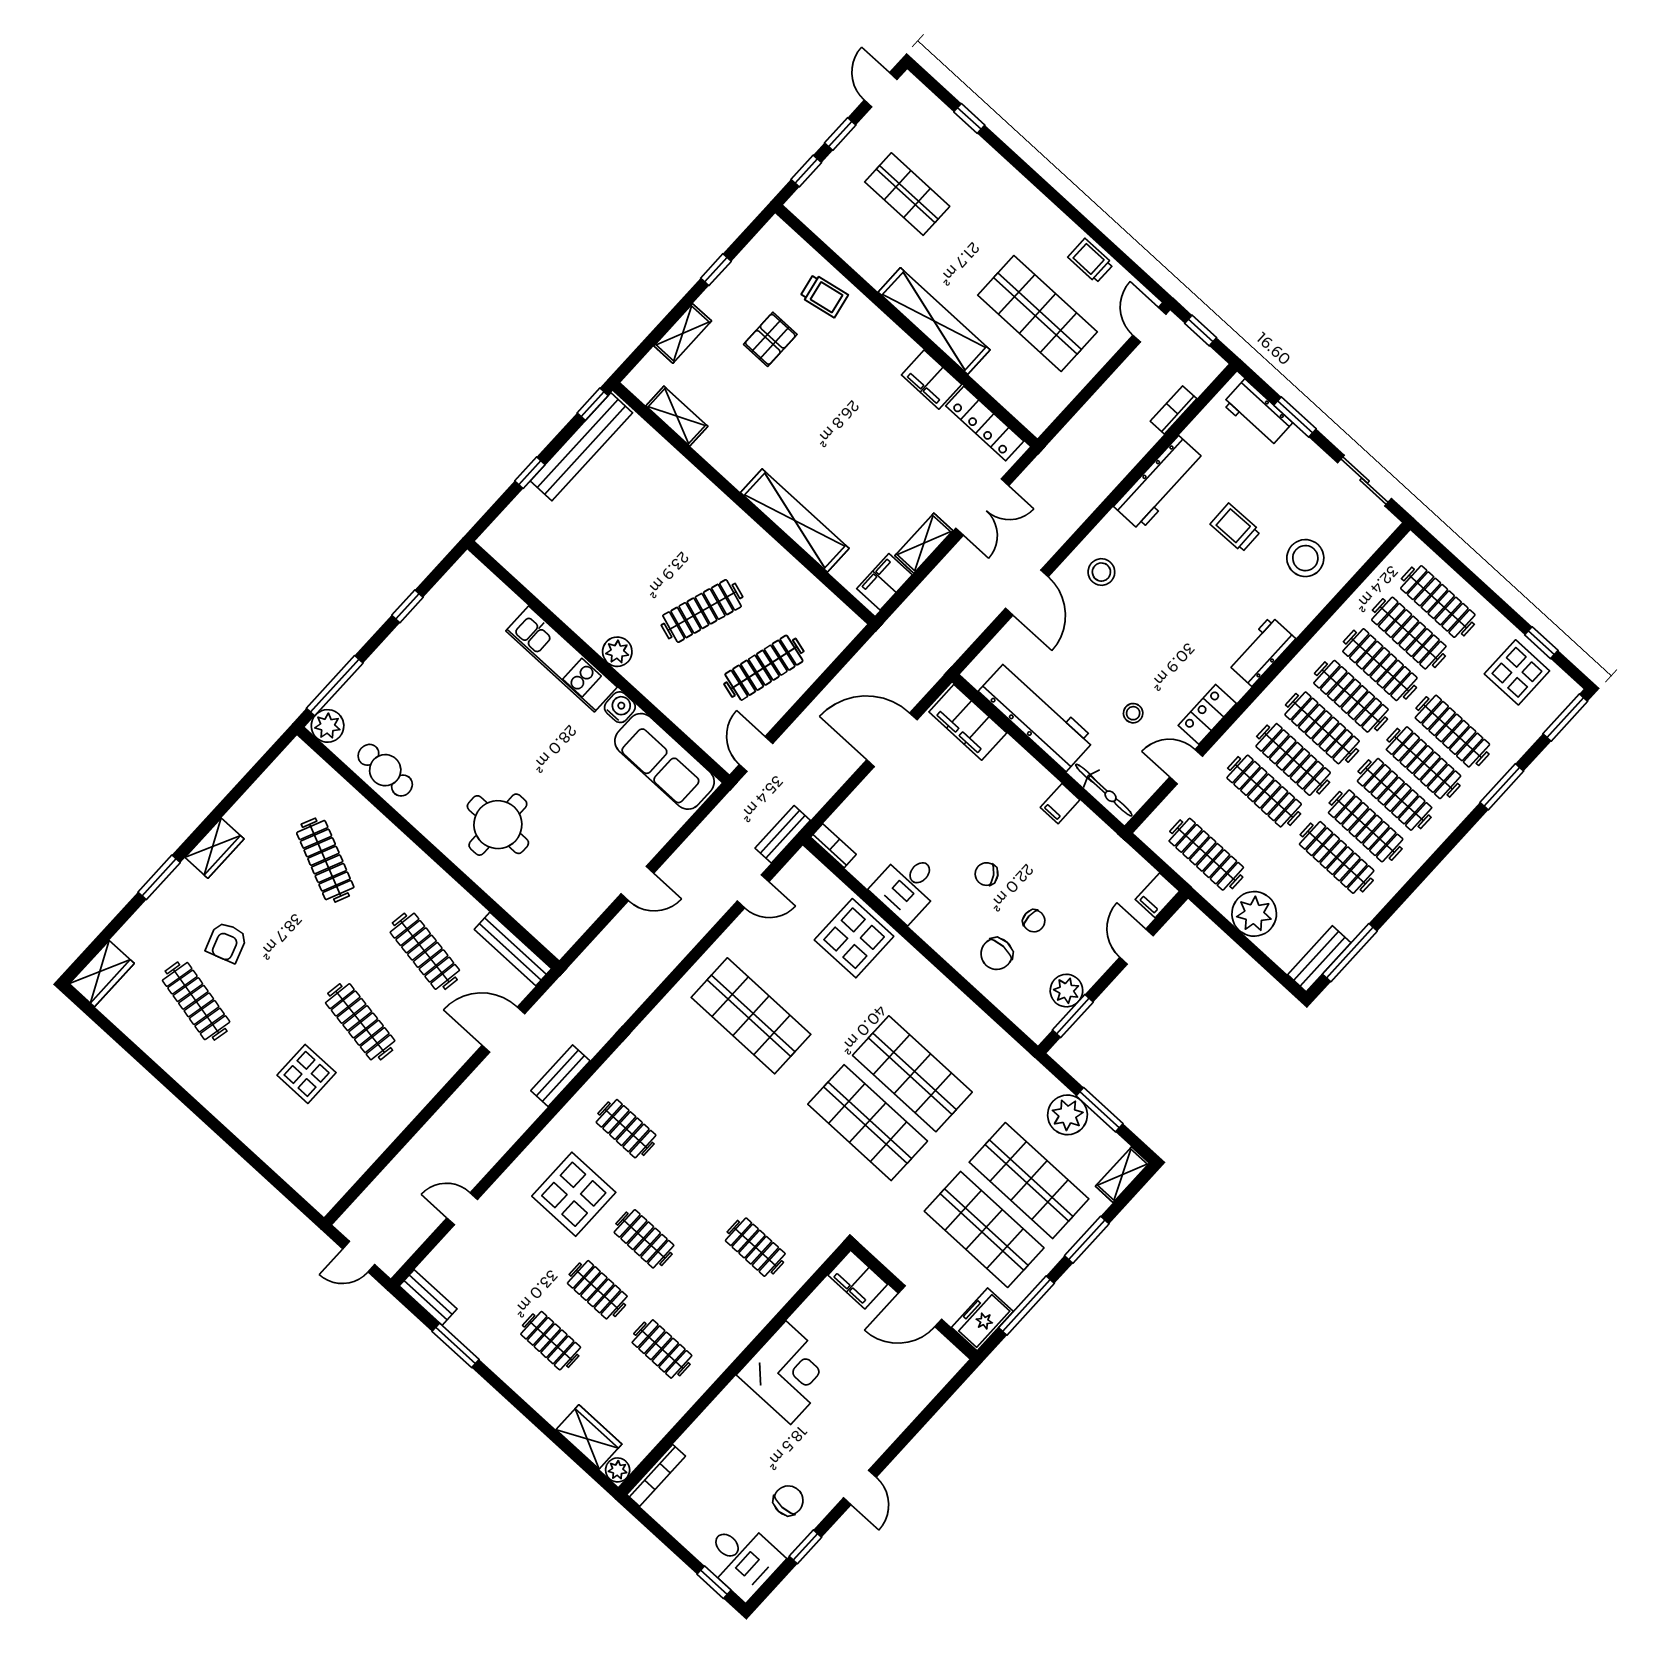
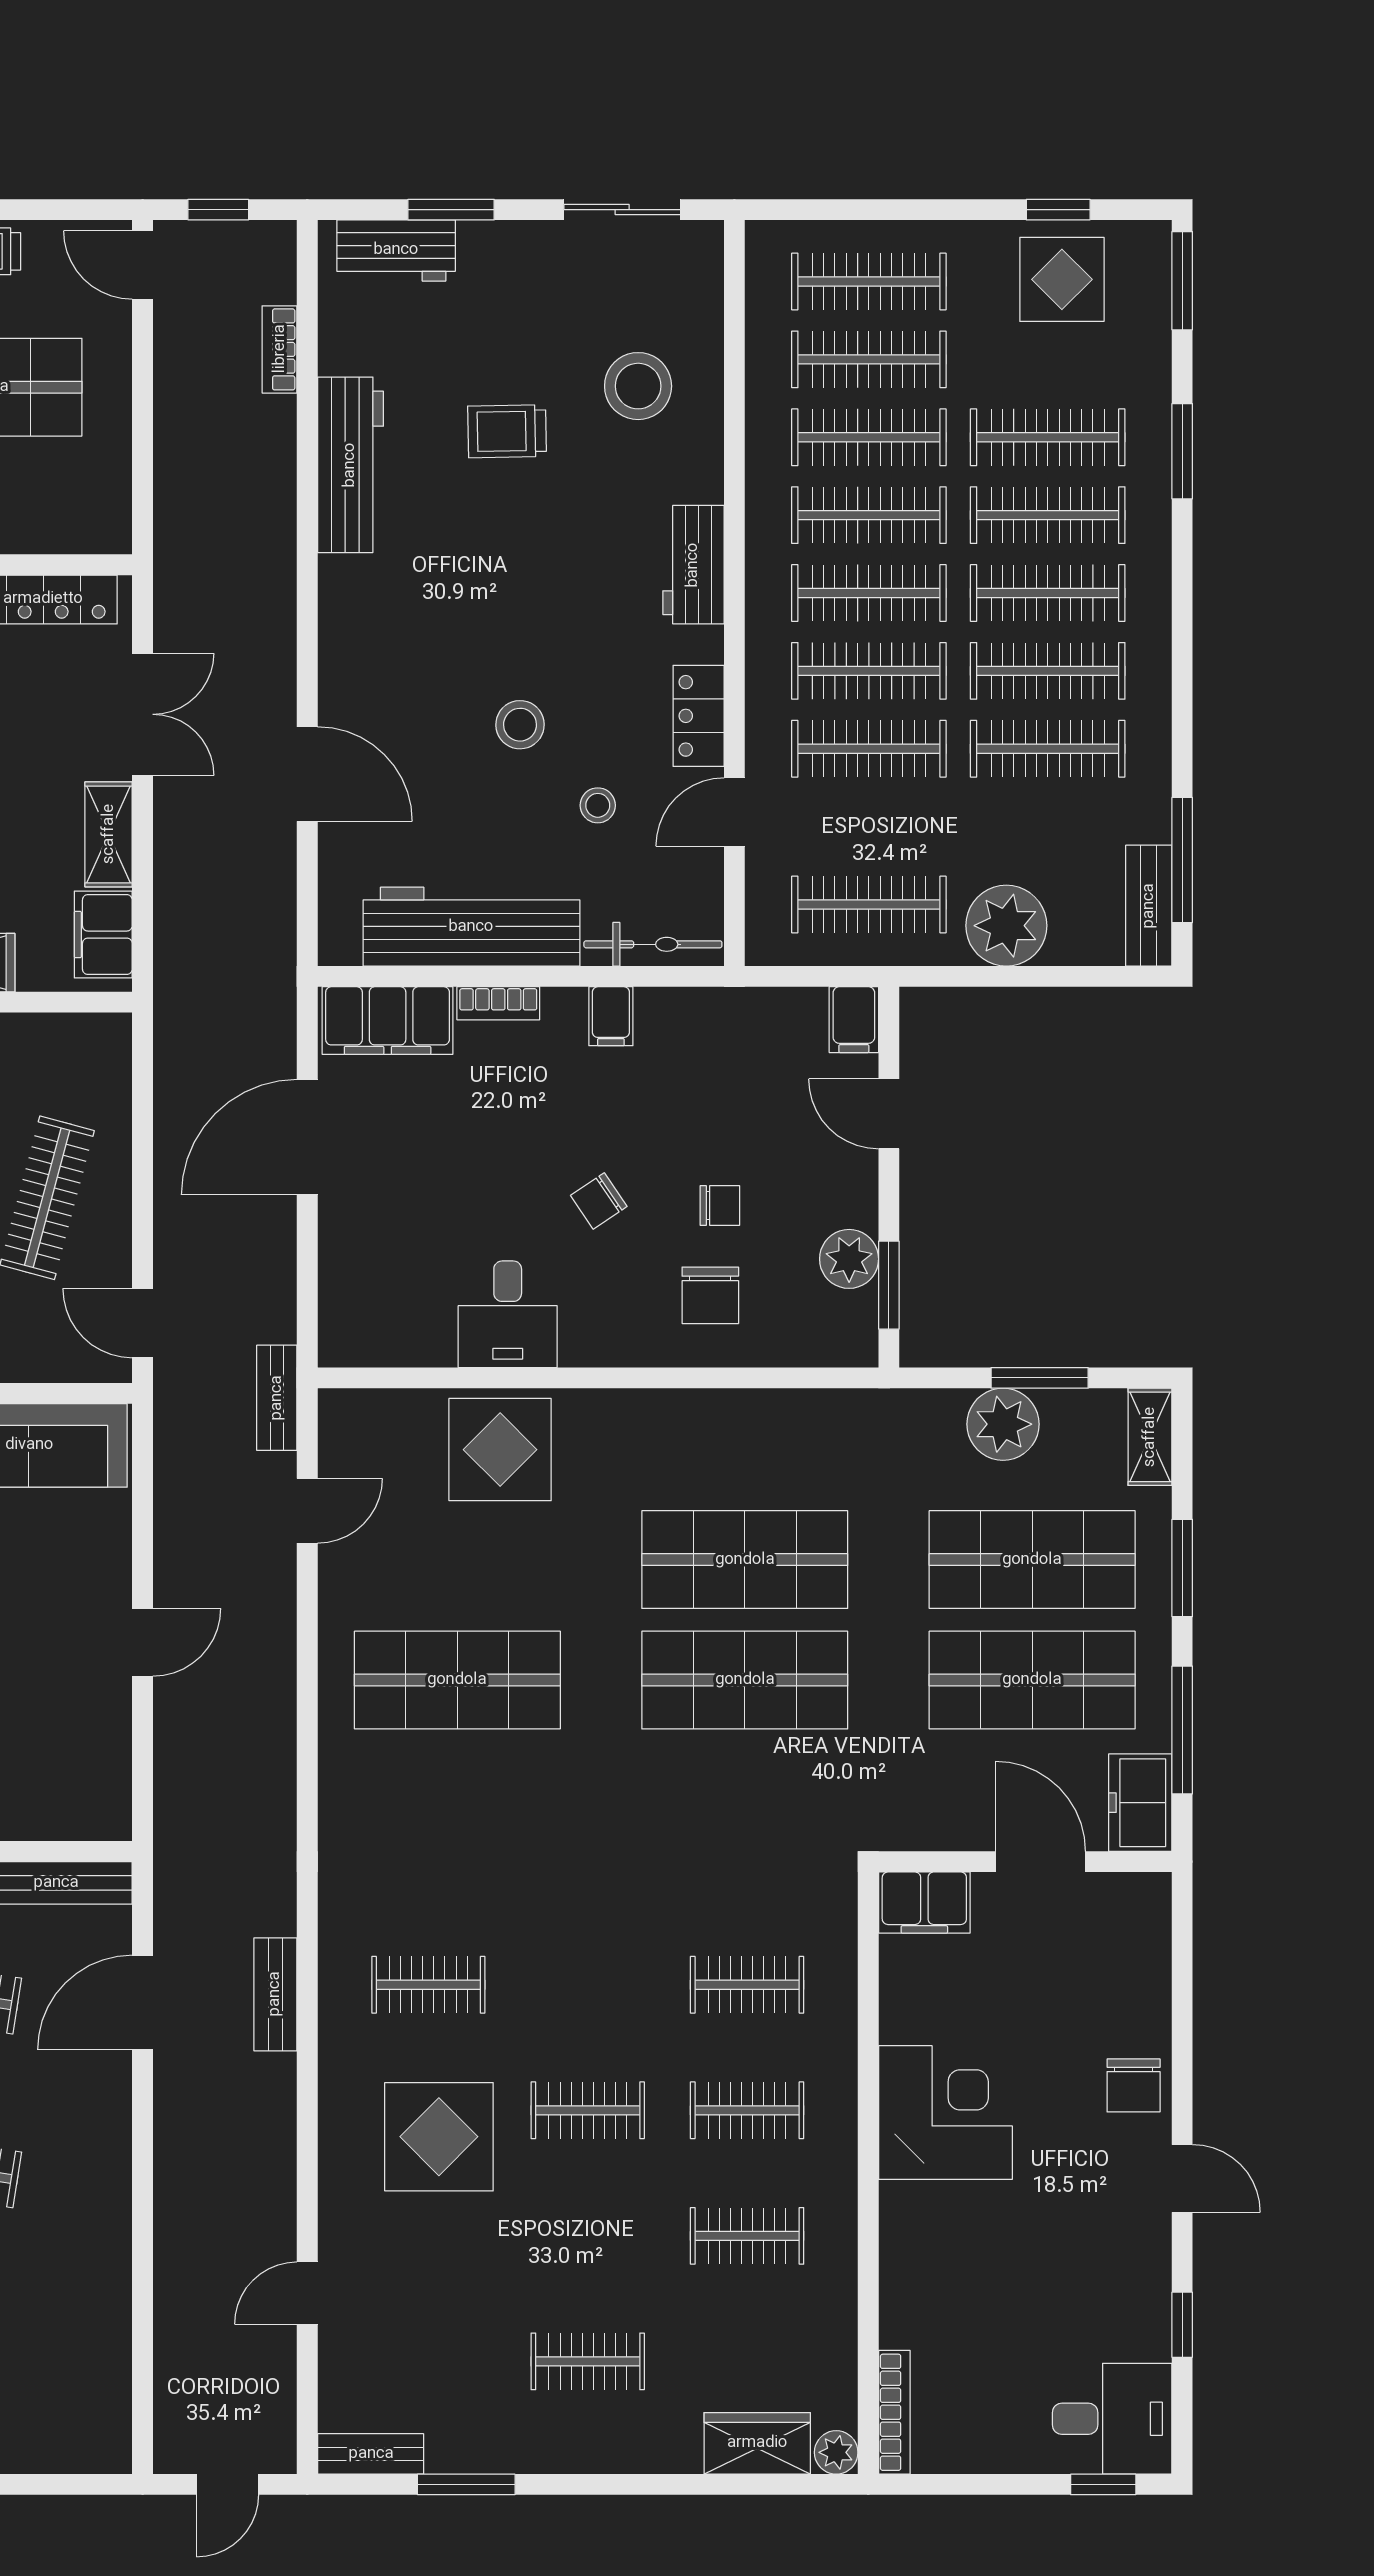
stool: (1101, 572) -> (520, 725), moved
bookcase: (833, 846) -> (498, 1003), moved, turned 180
clothes rail: (597, 1290) -> (747, 2110), moved
door: (920, 1306) -> (1040, 1862), swing flipped
chair: (788, 1501) -> (1134, 2085), moved, turned 180

